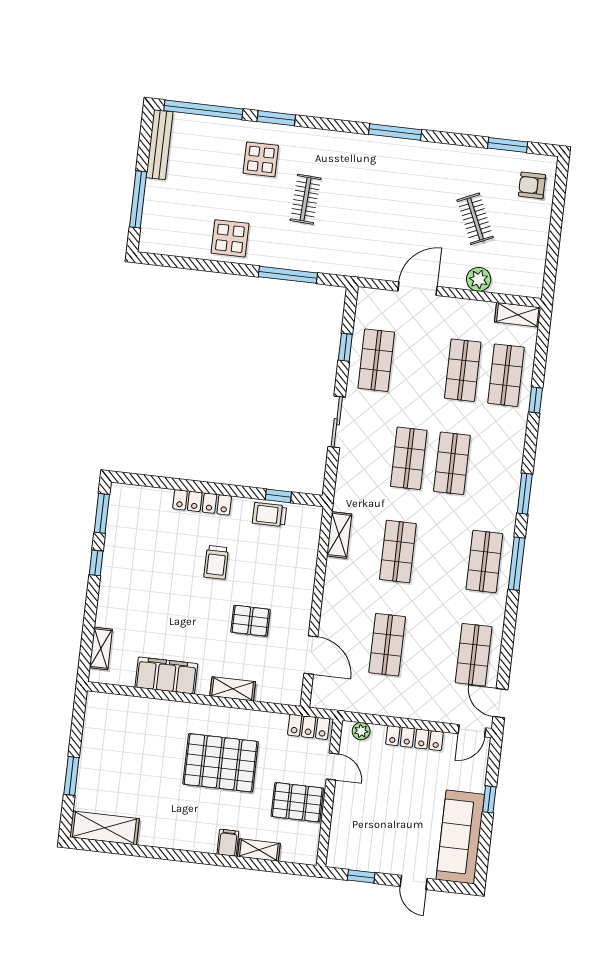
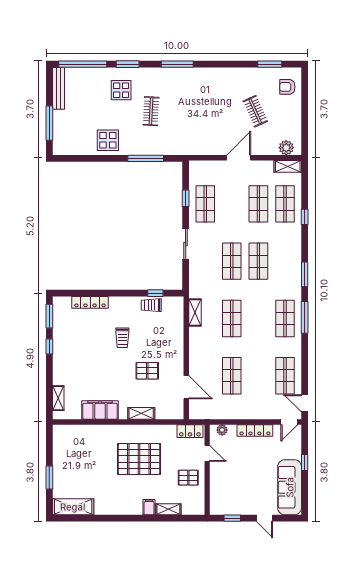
window: (395, 132) -> (177, 64), moved
plant: (479, 279) -> (286, 148), moved
door: (418, 289) -> (239, 158), moved
locker: (202, 502) -> (90, 302), moved
pallet: (297, 802) -> (188, 478), width x0.67, depth x0.71

